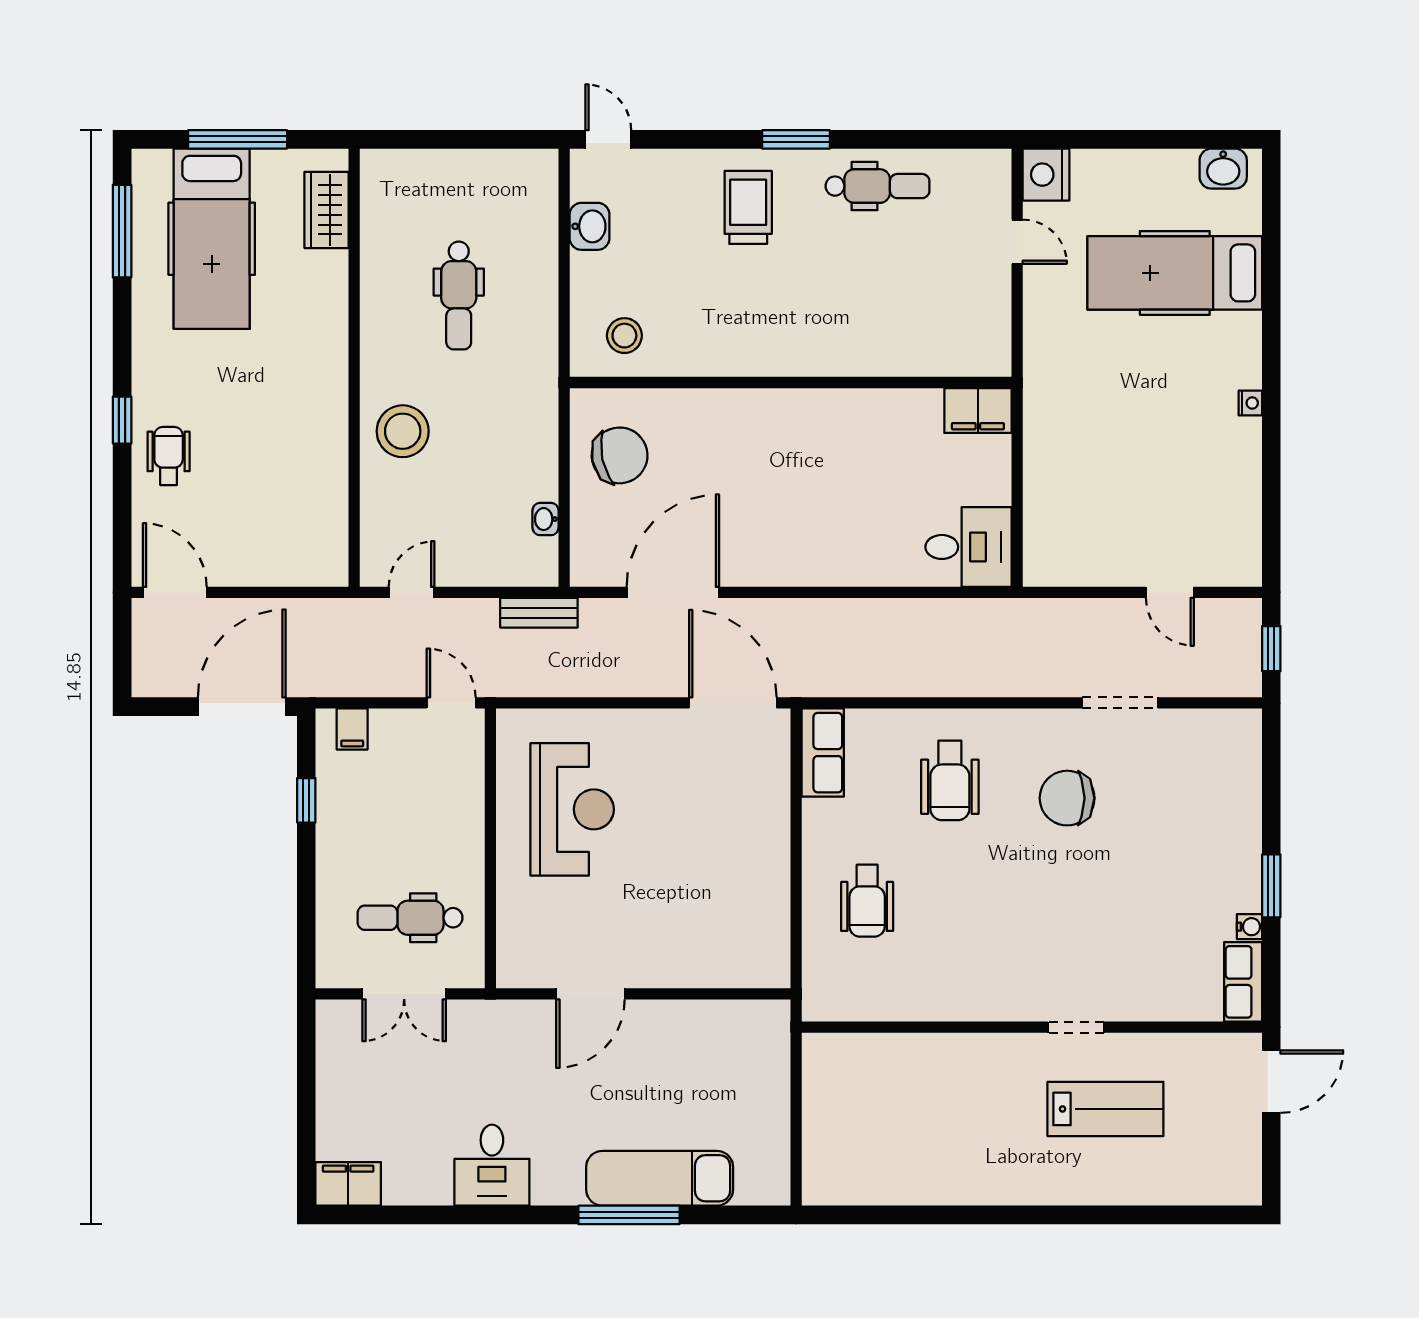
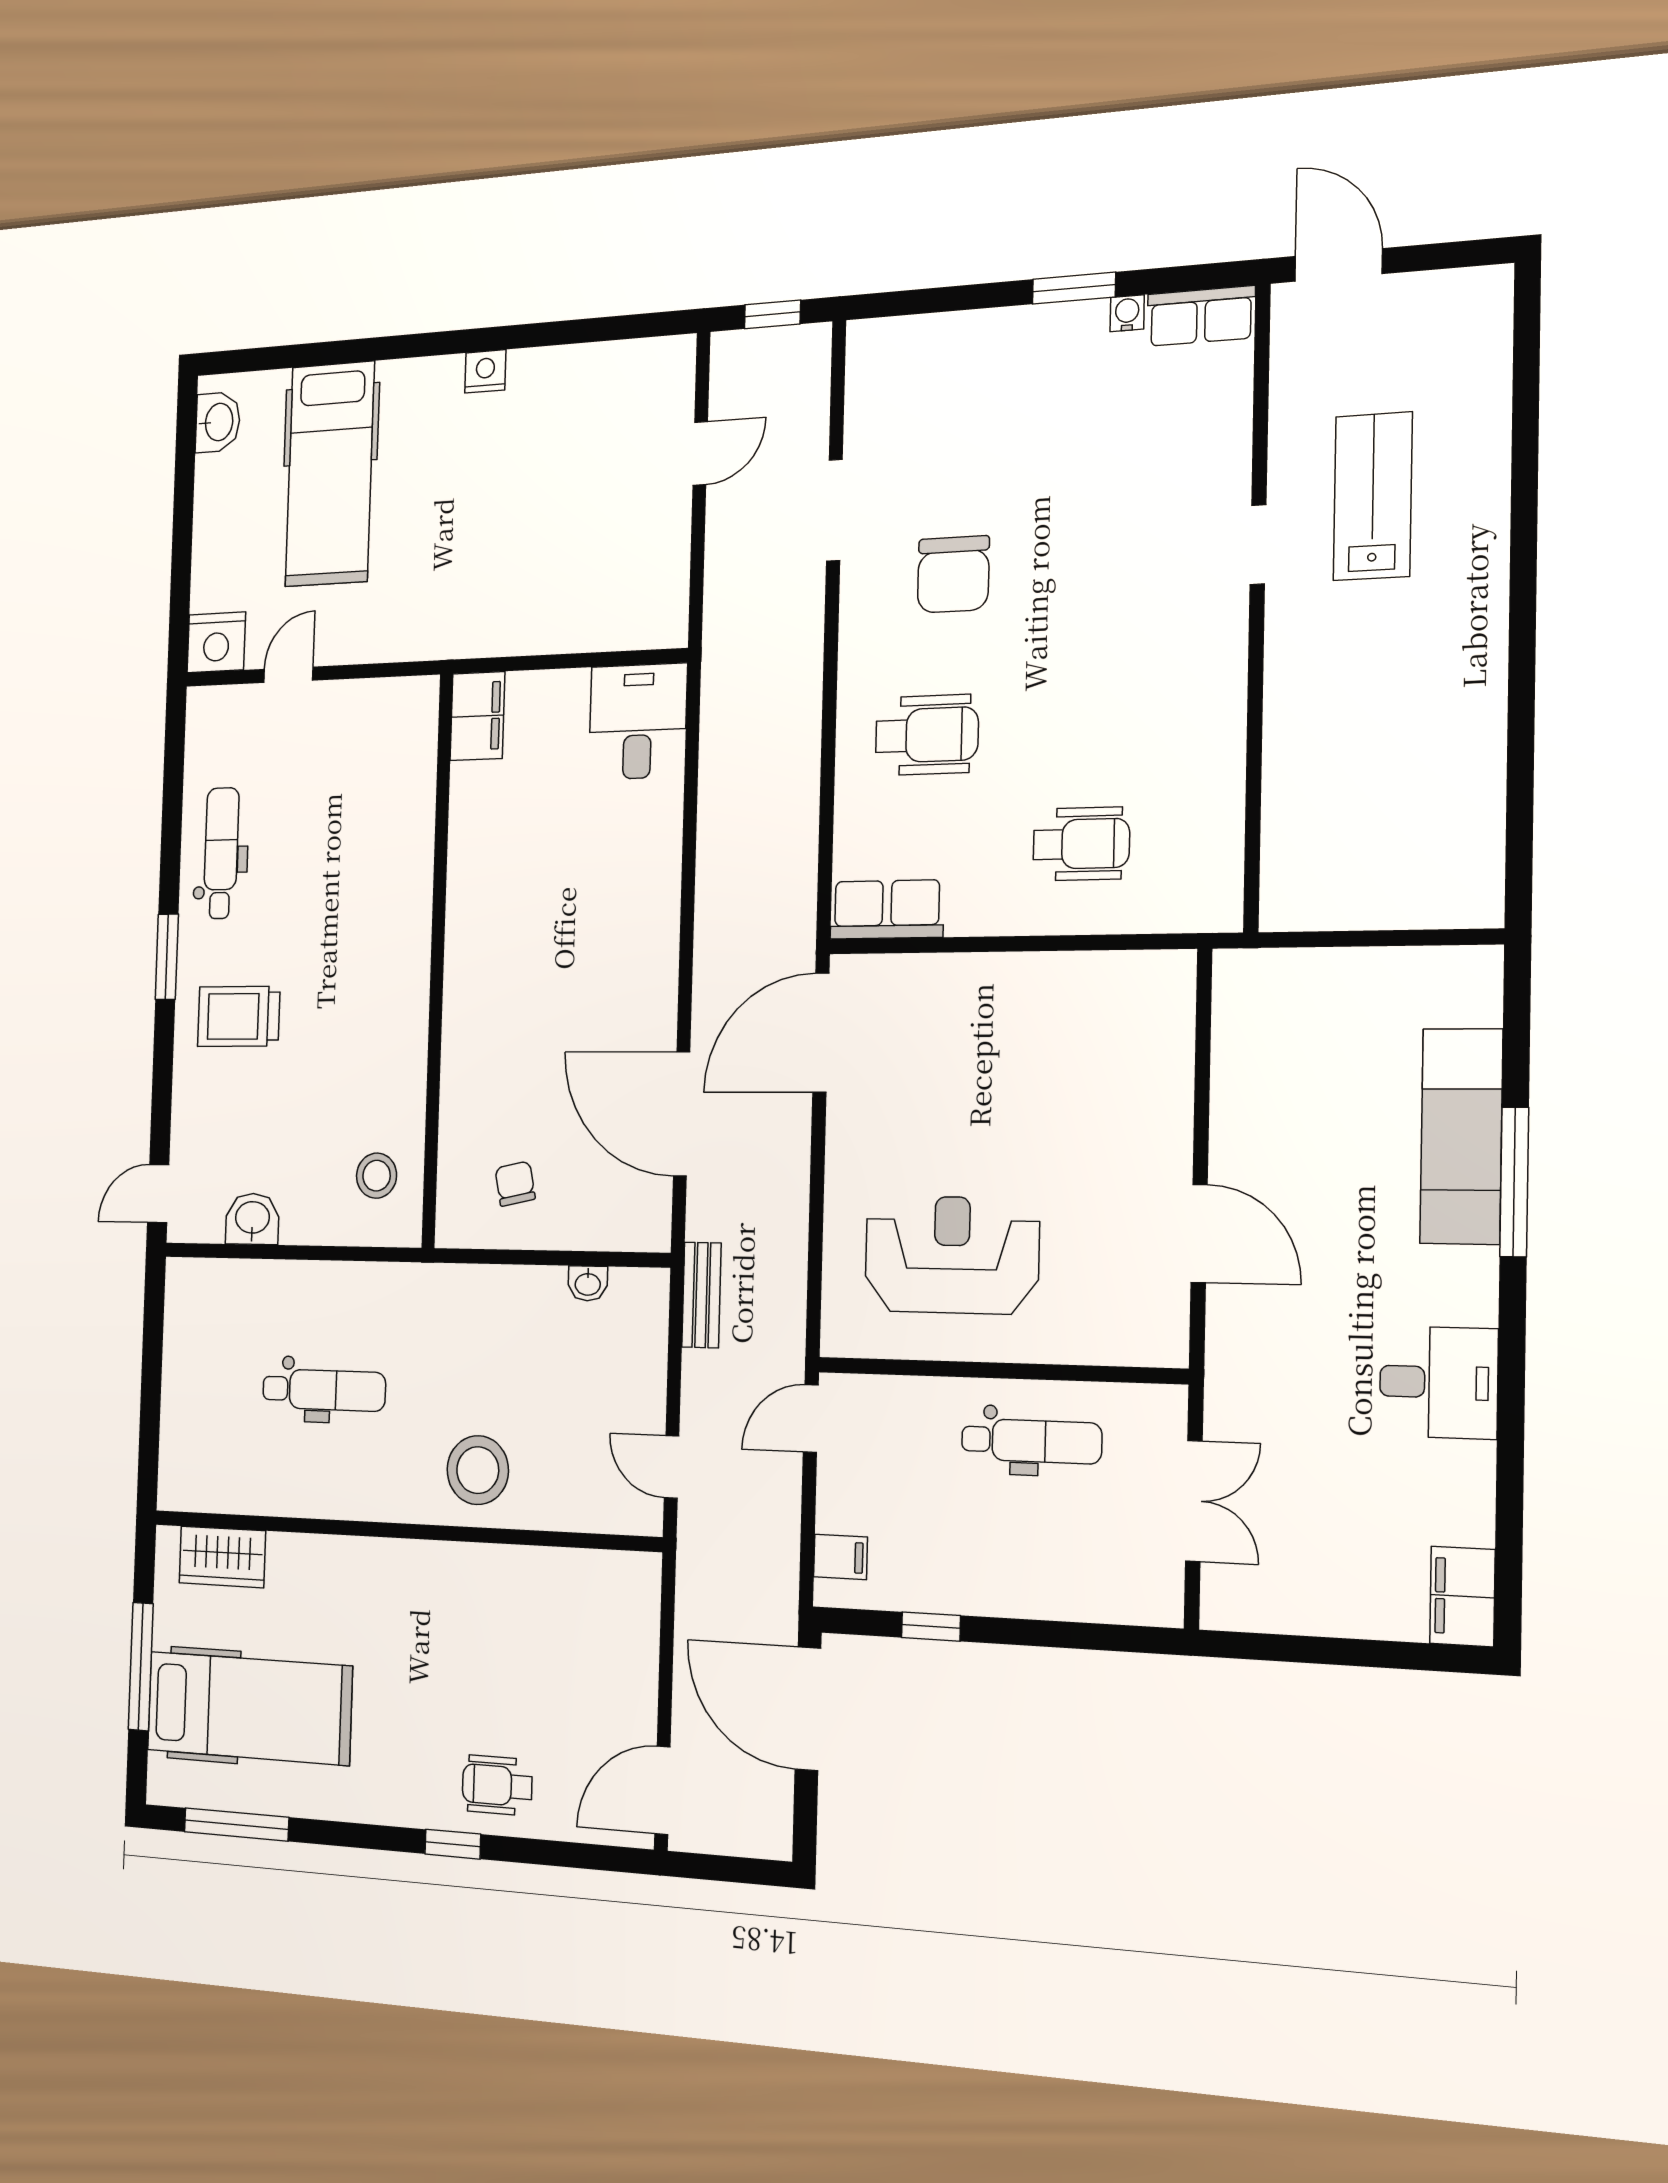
nightstand: (1250, 403) -> (485, 371), width x1.39, depth x1.35
chair: (620, 455) -> (515, 1184), width x0.54, depth x0.54
dental chair: (410, 918) -> (1031, 1441), moved, turned -90

